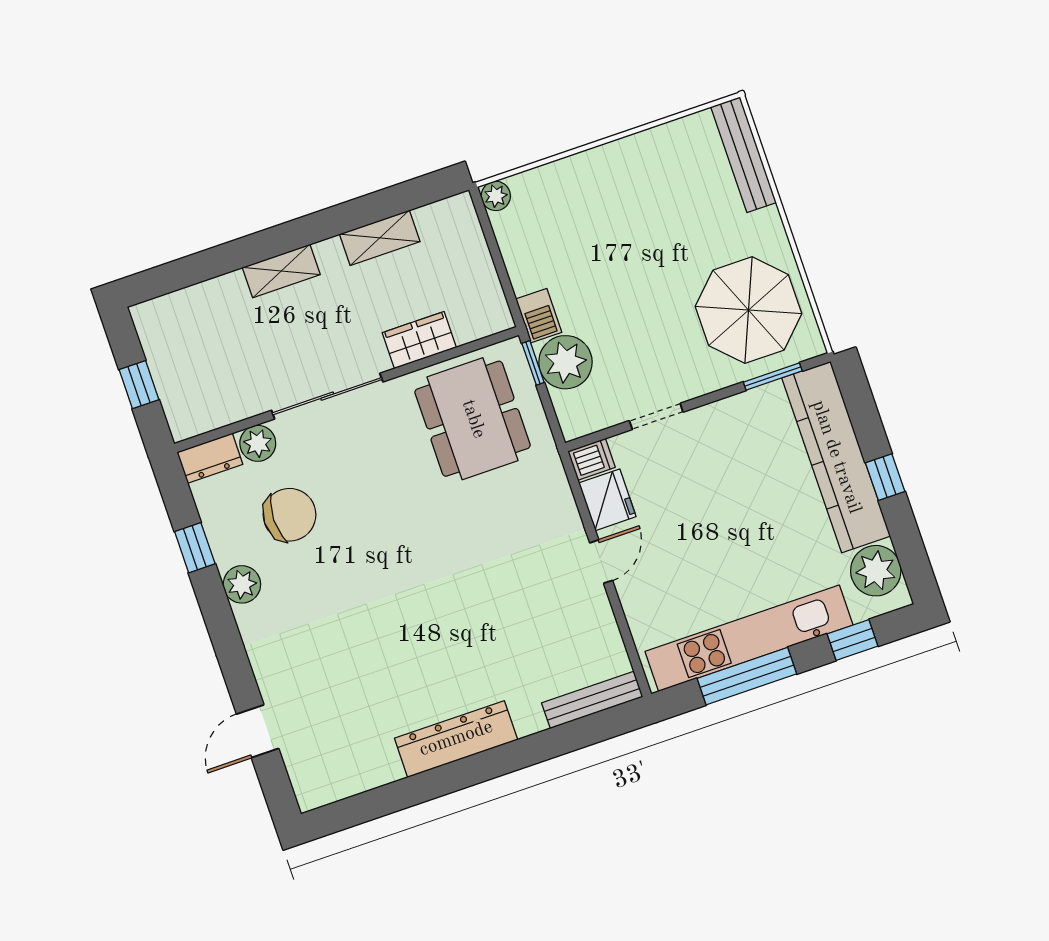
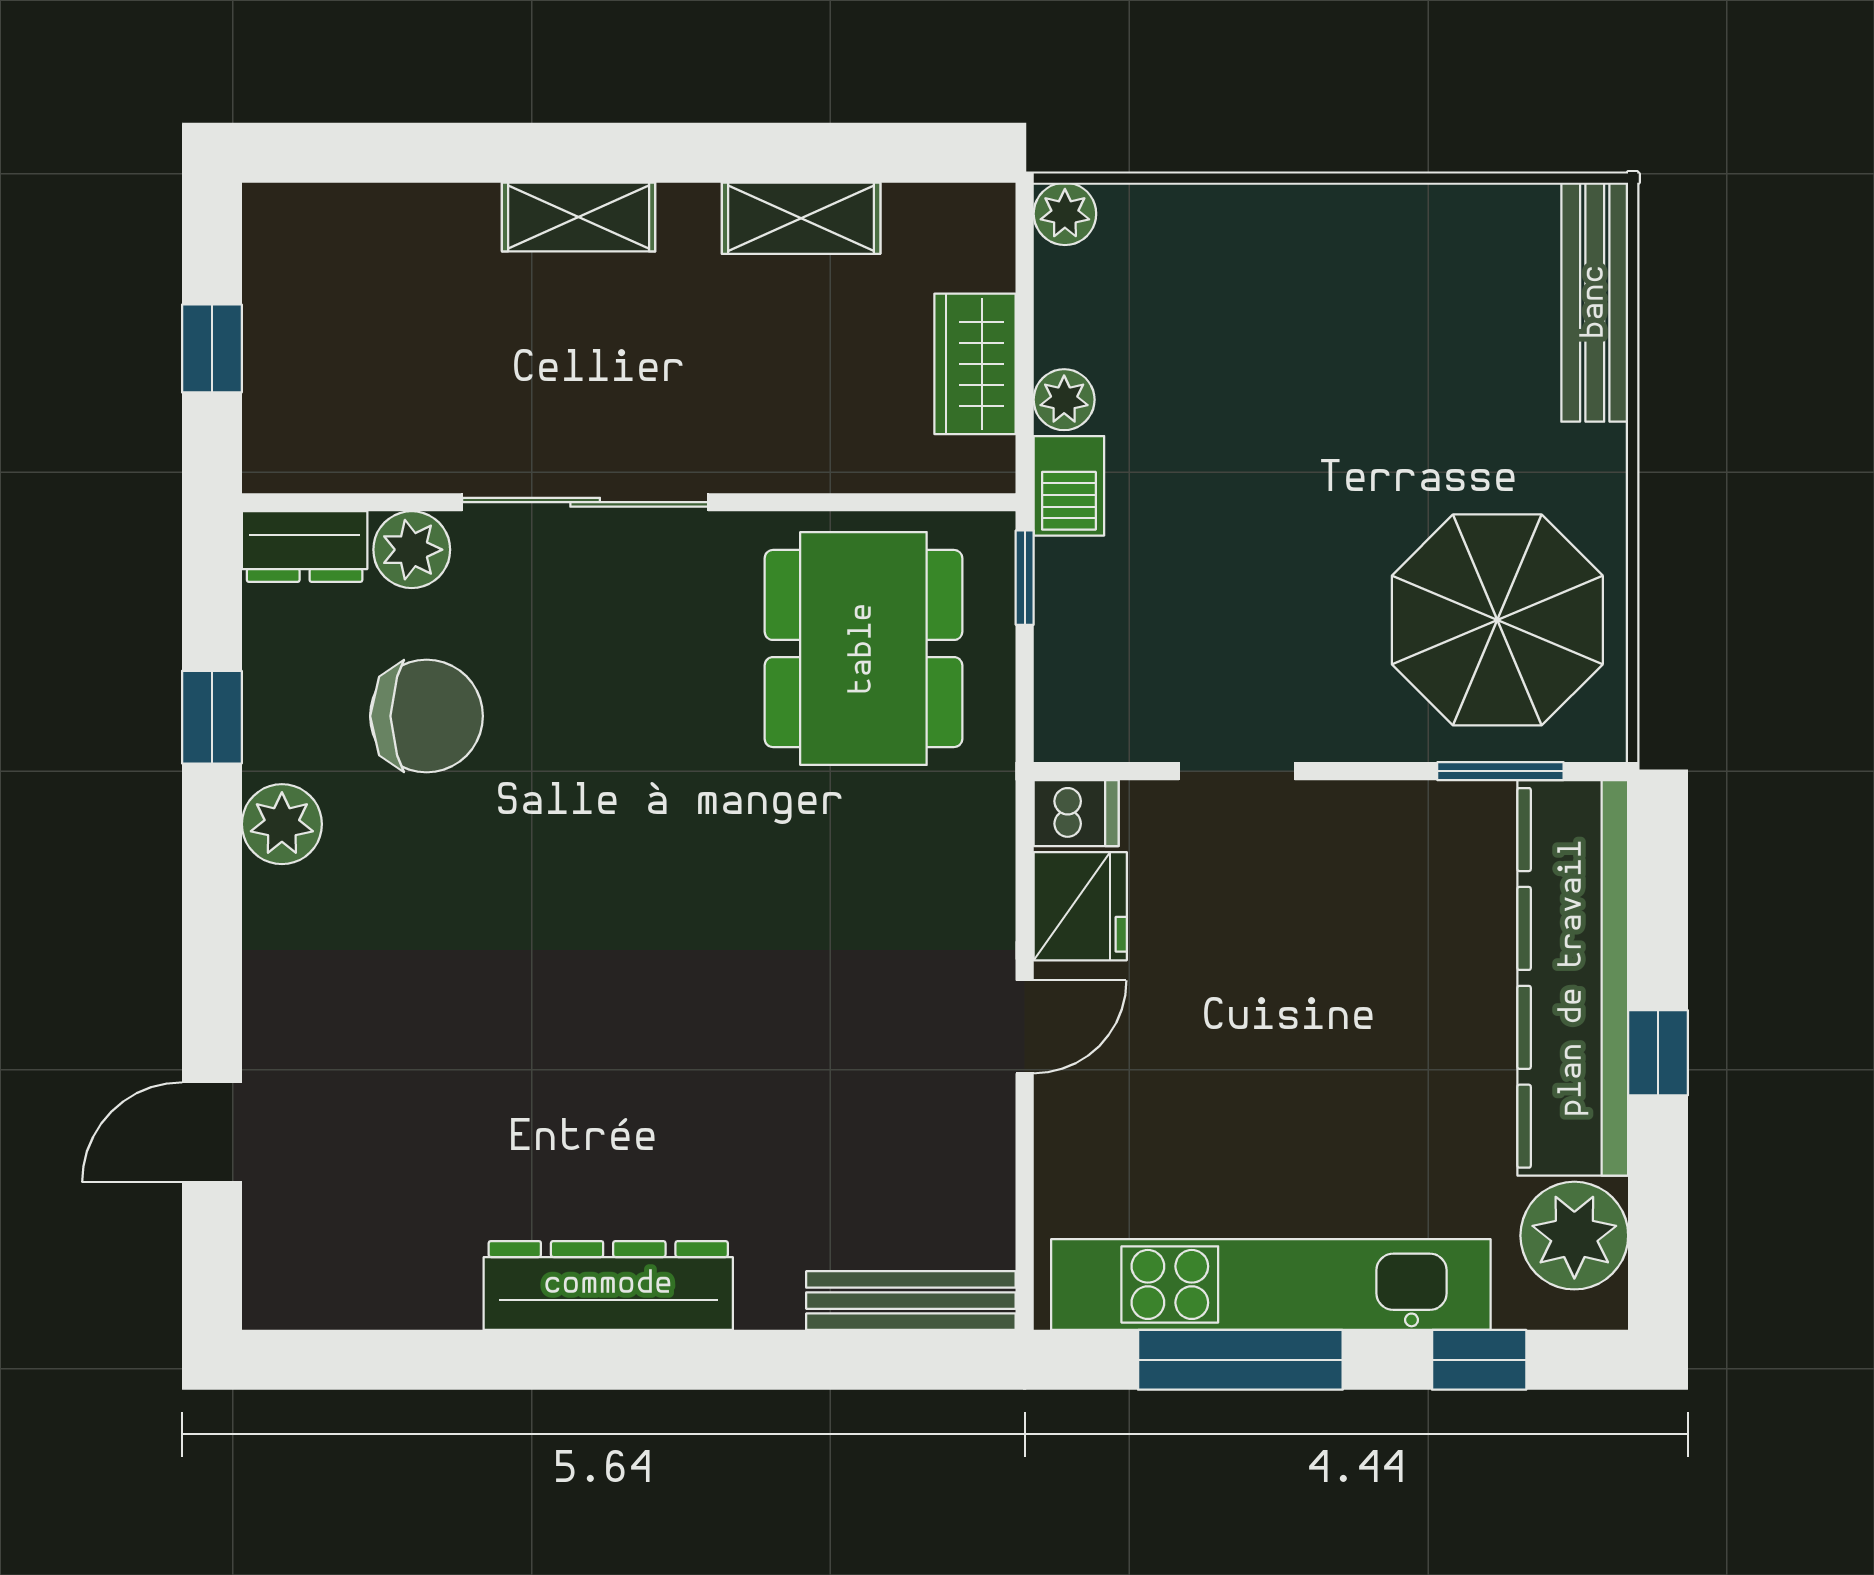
wardrobe: (419, 340) -> (975, 364), moved, turned -90
plant: (565, 362) -> (1064, 400), moved, width x0.53, depth x0.53

